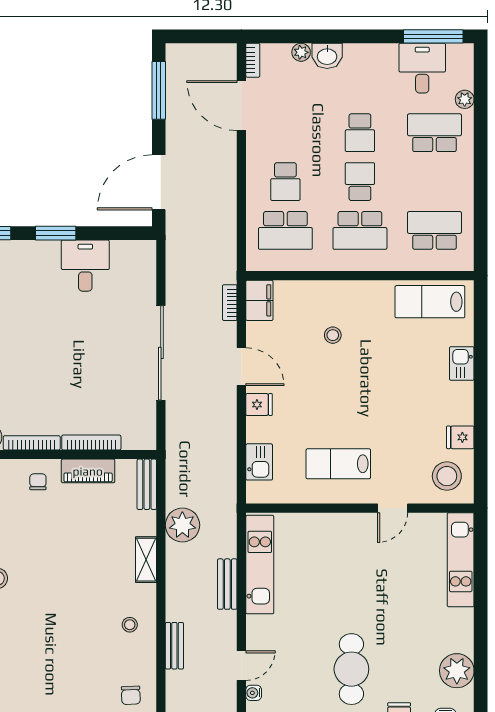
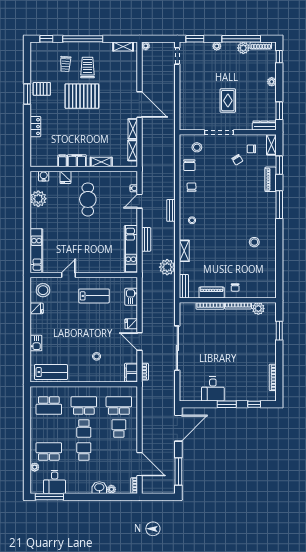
school desk: (434, 133) -> (49, 451), turned 180

